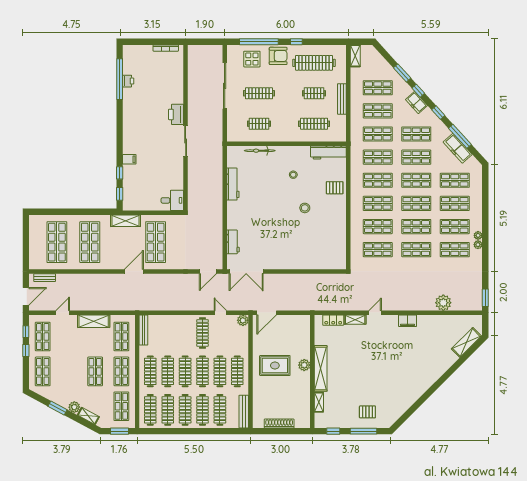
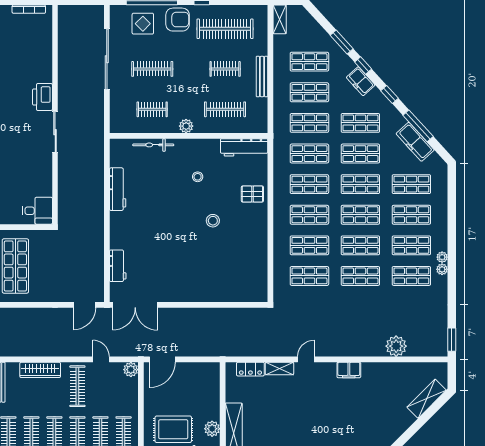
plant: (285, 136) -> (186, 126), added
wardrobe: (174, 321) -> (40, 370), added

